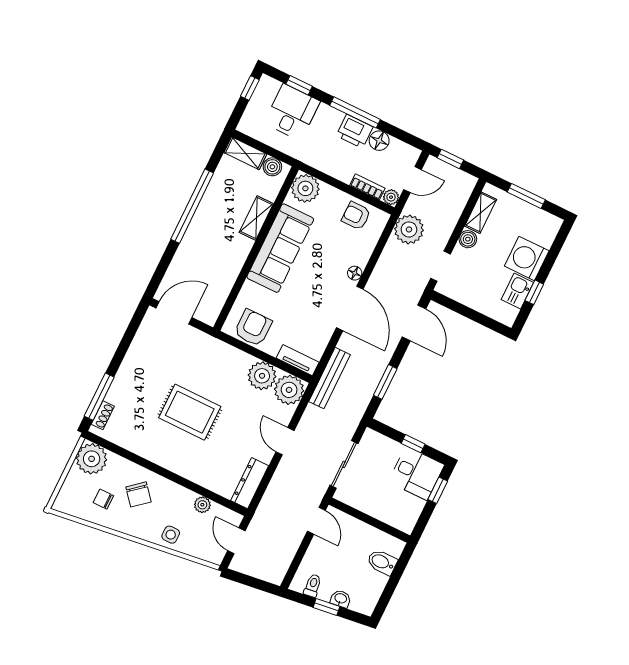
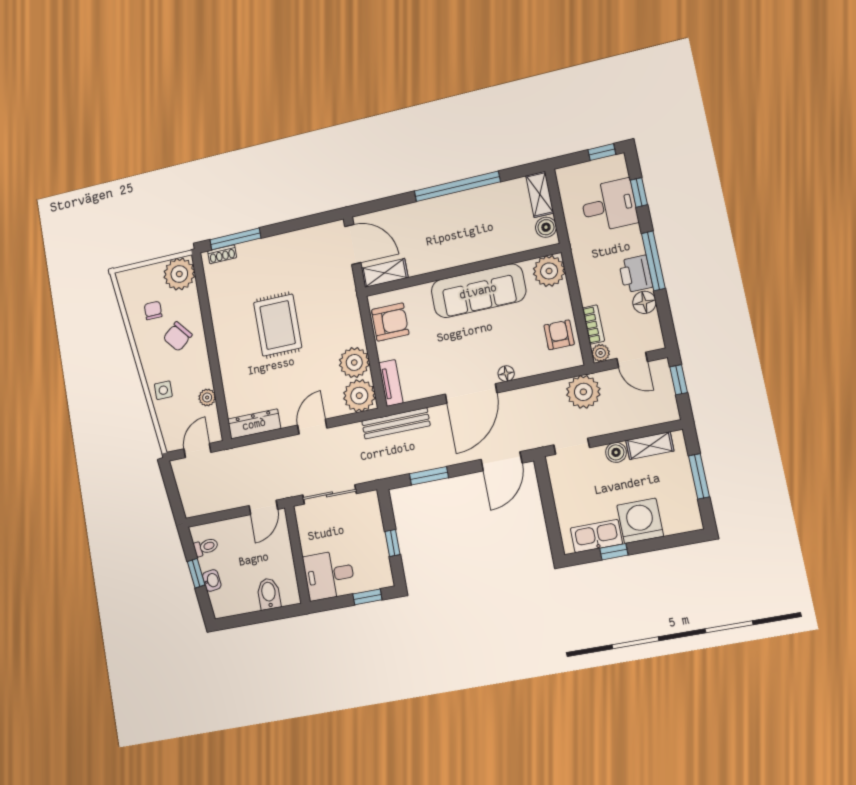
shelving: (256, 218) -> (385, 273), moved
kitchen sink: (517, 291) -> (596, 536), width x1.38
desk: (416, 473) -> (329, 575), moved, turned 90

